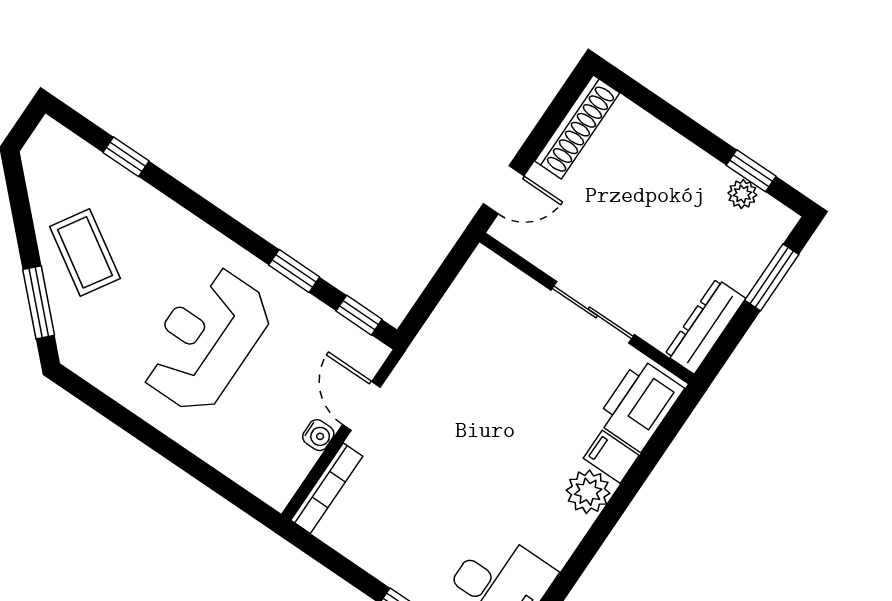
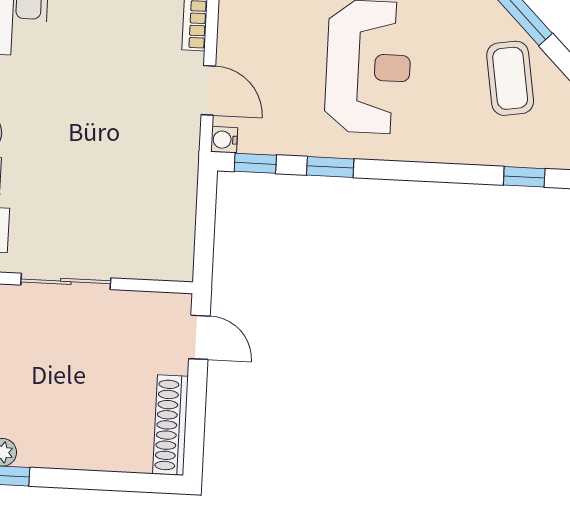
door: (504, 190) -> (199, 337), swing flipped
coffee table: (85, 252) -> (510, 78), turned 49
water cooler: (318, 435) -> (224, 140), moved

